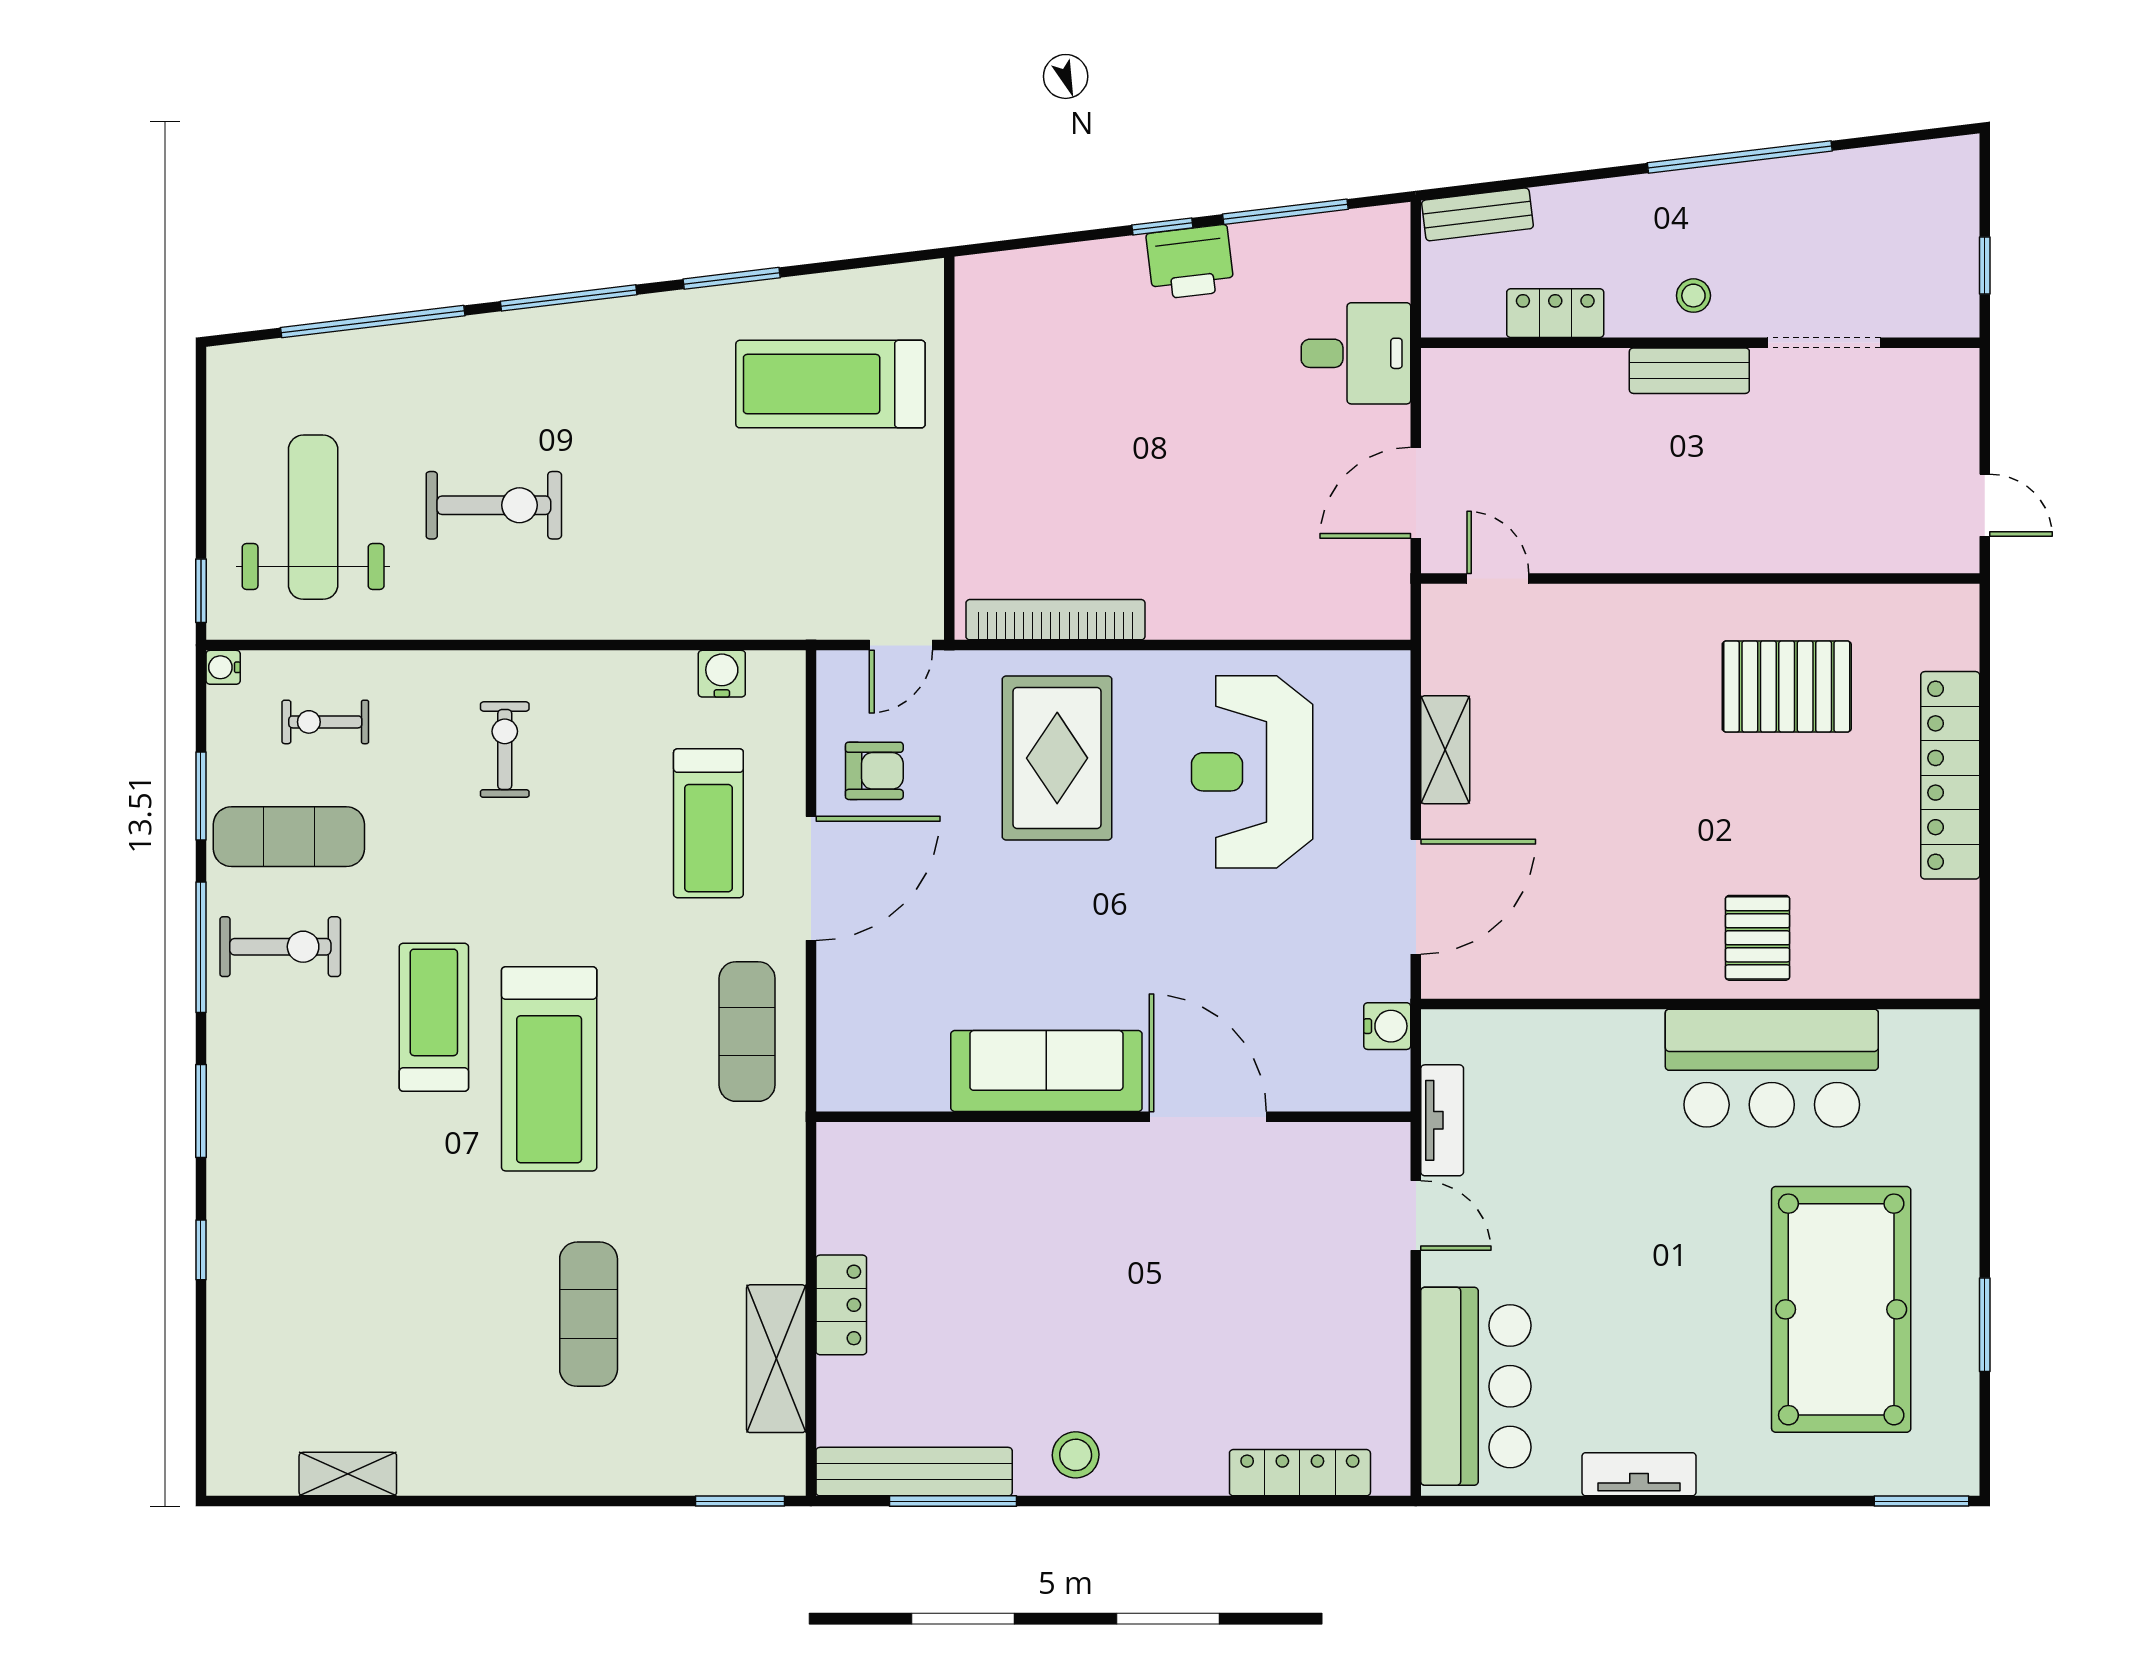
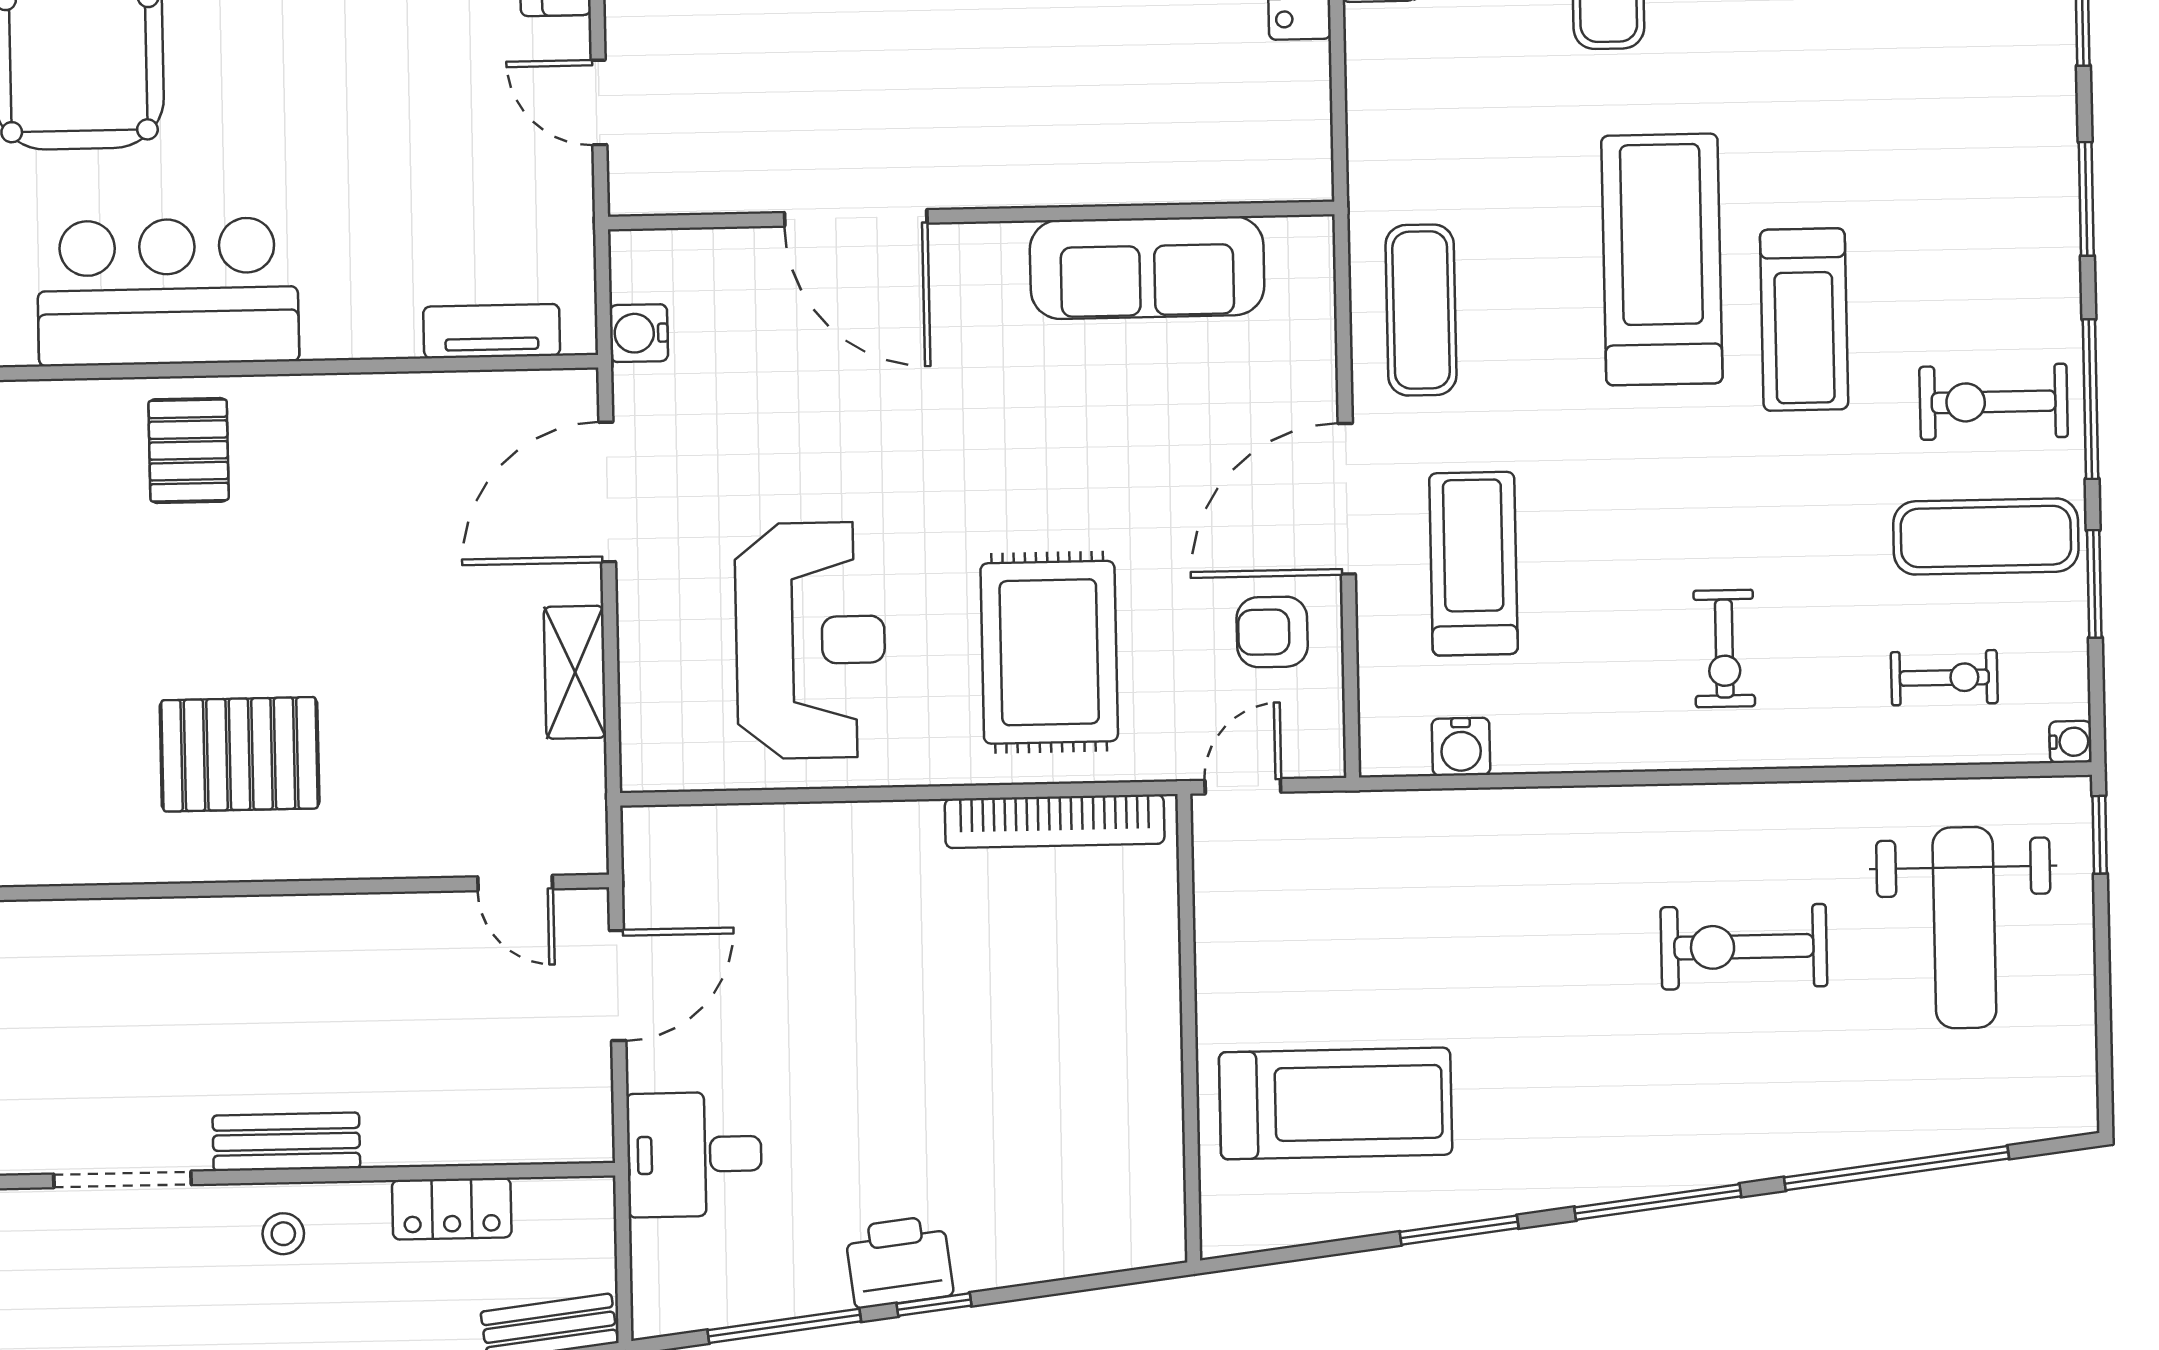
pallet: (1787, 687) -> (240, 754), moved
sofa: (1046, 1071) -> (1147, 268), moved
tv unit: (1442, 1120) -> (492, 331), moved, turned 90

